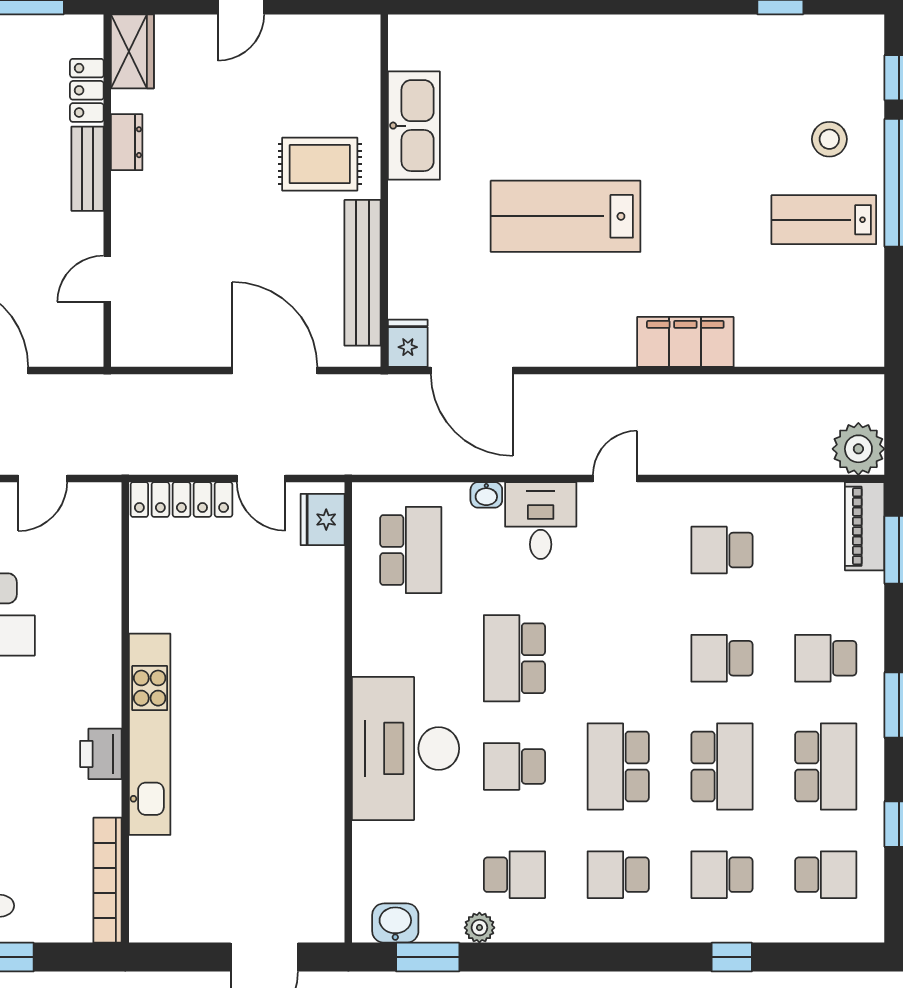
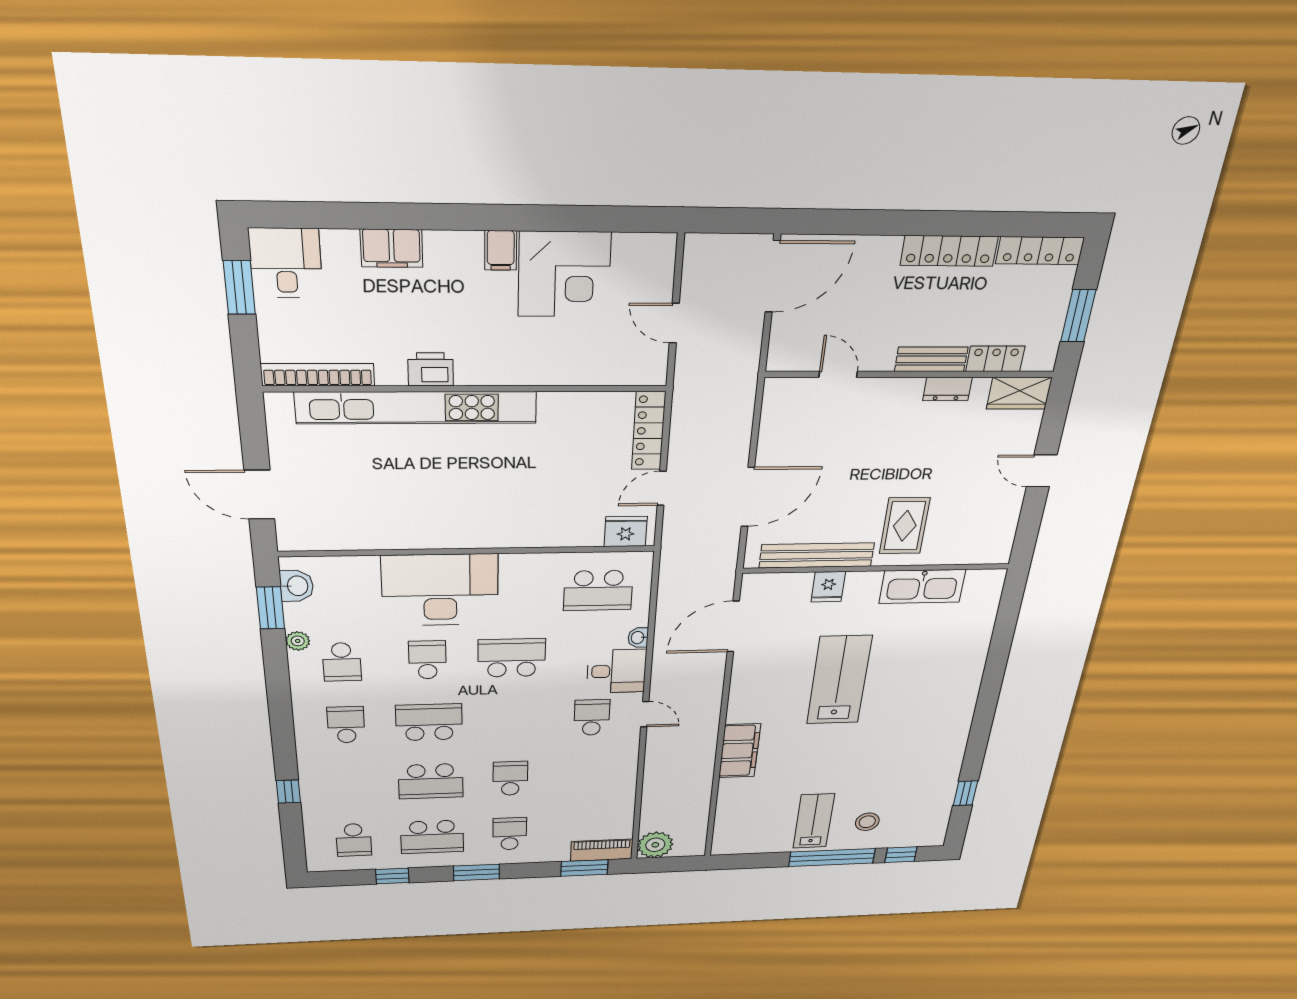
fridge: (408, 343) -> (828, 587), moved, turned 90
school desk: (722, 550) -> (592, 718), moved
kitchen unit: (150, 734) -> (417, 408), width x1.36
school desk: (722, 875) -> (350, 784), removed

